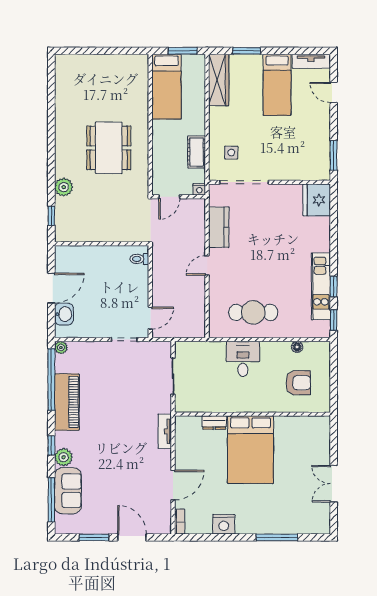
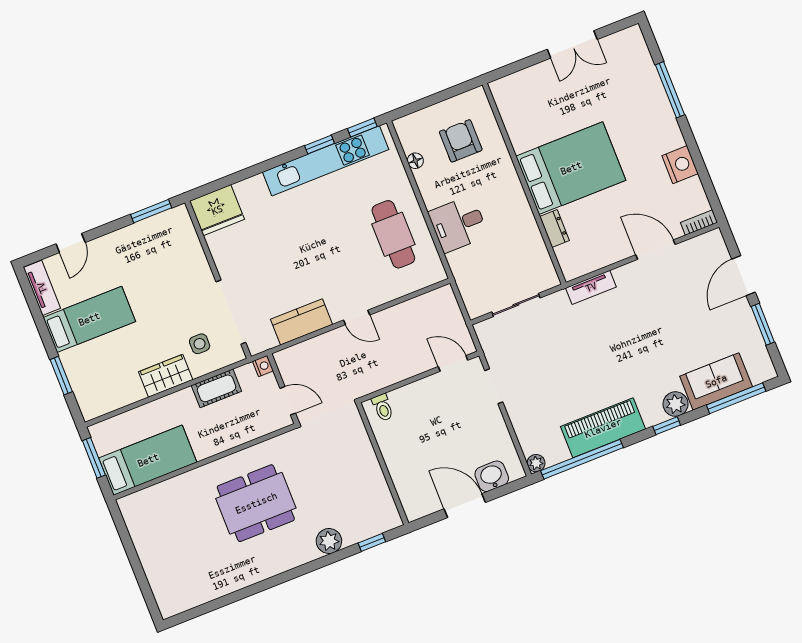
wardrobe: (219, 80) -> (166, 376), moved, width x0.67
kitchen unit: (321, 286) -> (326, 161), width x1.36

